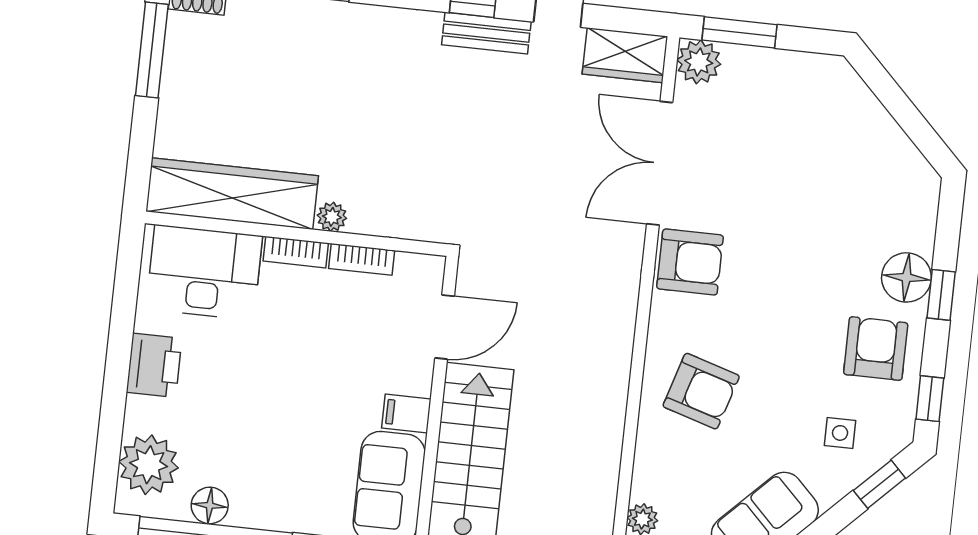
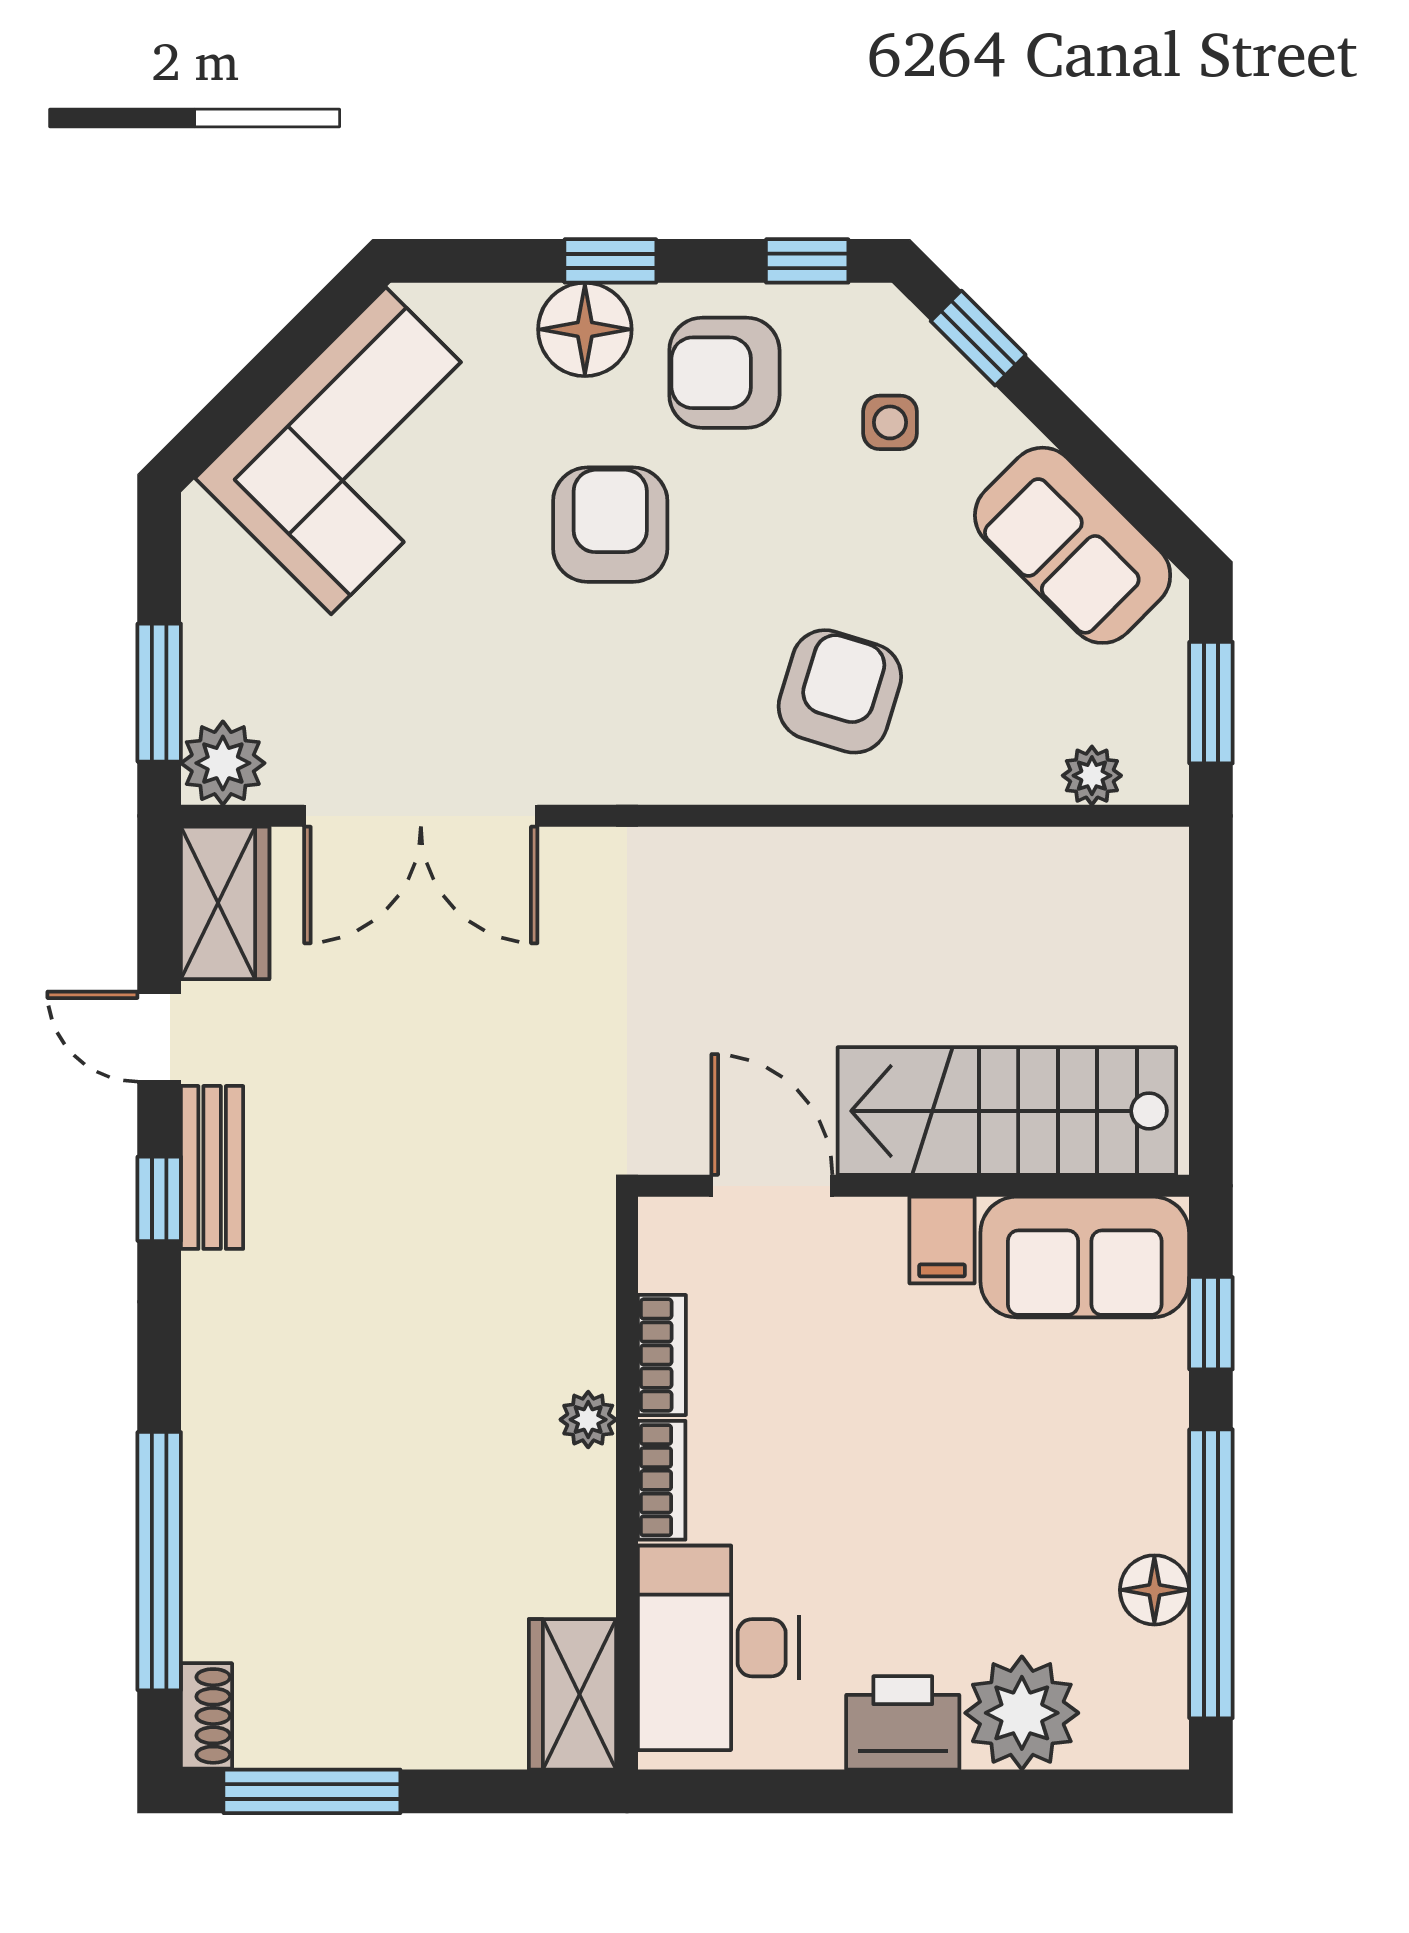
corner sofa: (855, 151) -> (359, 451), added
wardrobe: (232, 194) -> (572, 1694), width x0.48, depth x0.85
armchair: (690, 262) -> (610, 525), moved
plant: (149, 465) -> (1022, 1713), moved

